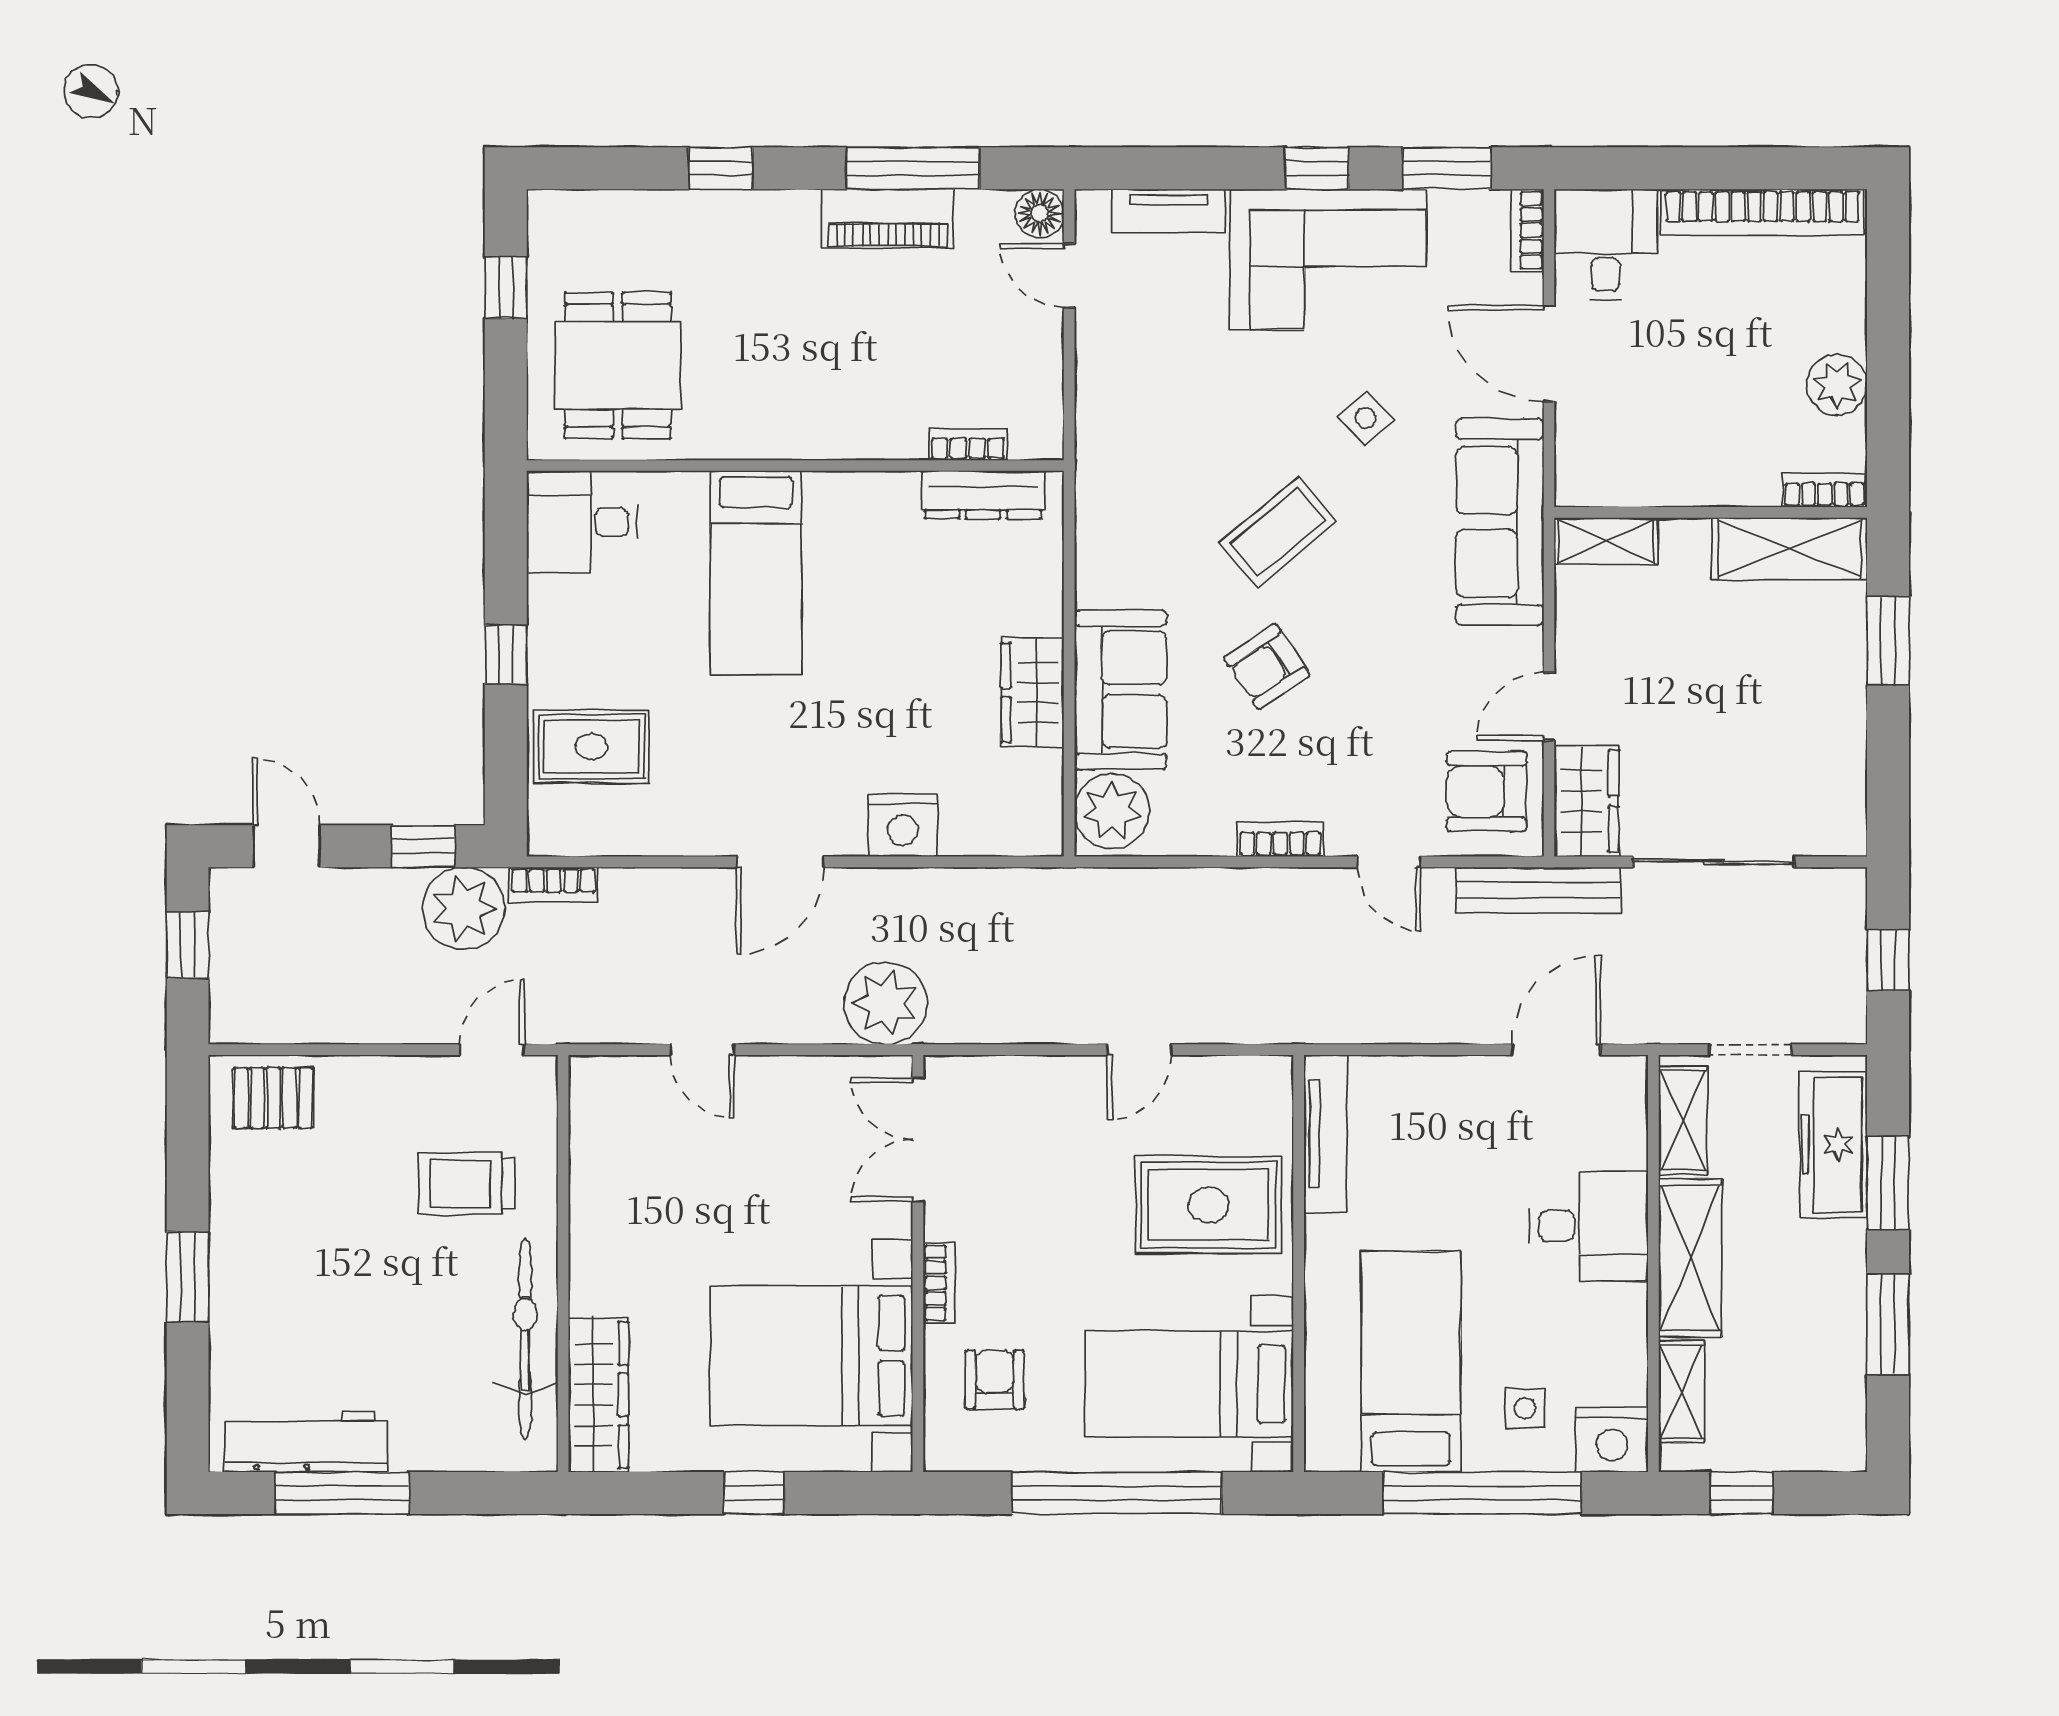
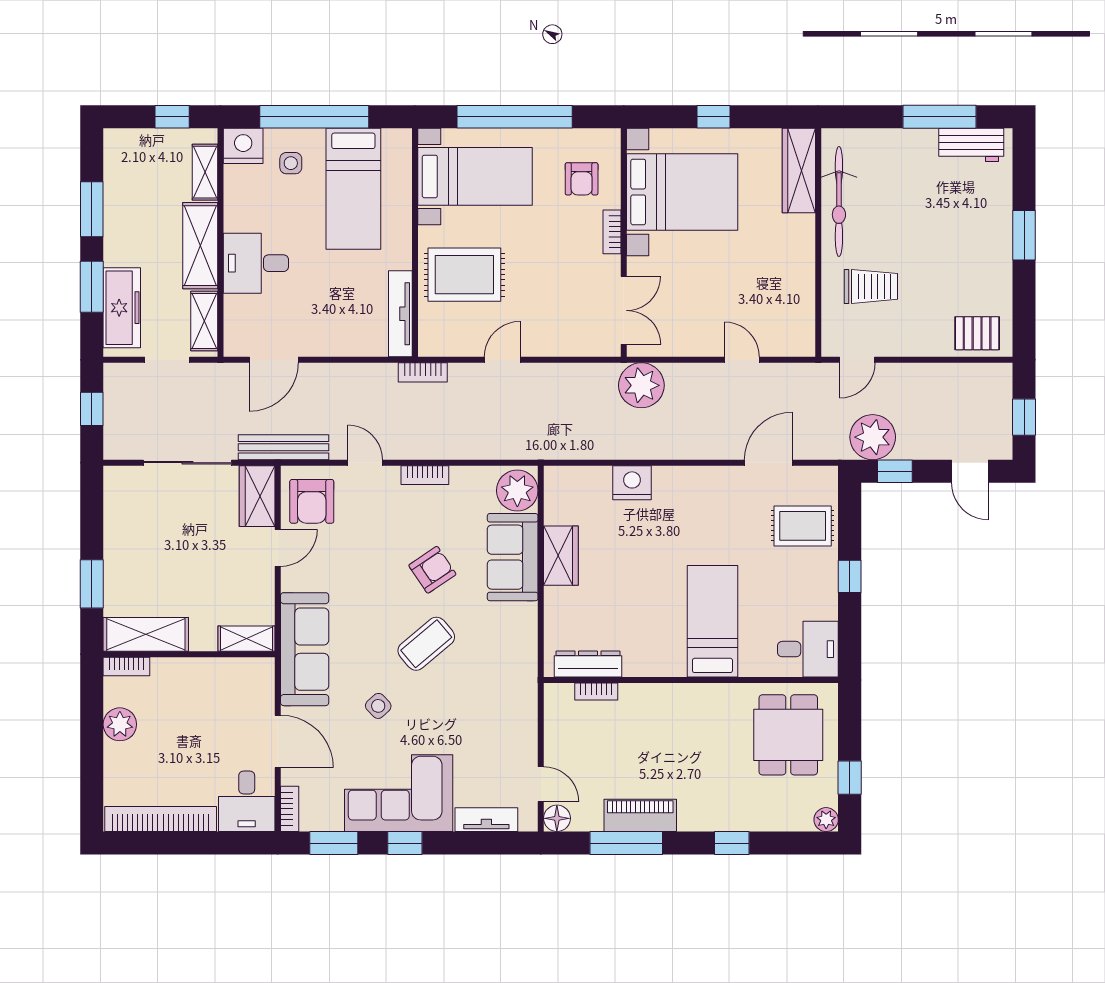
plant: (549, 211) -> (826, 820), added
armchair: (1487, 791) -> (312, 501), turned 90
door: (780, 862) -> (768, 463), moved
bookcase: (554, 885) -> (423, 372), moved, turned 180
workbench: (306, 1442) -> (971, 145), width x0.73

